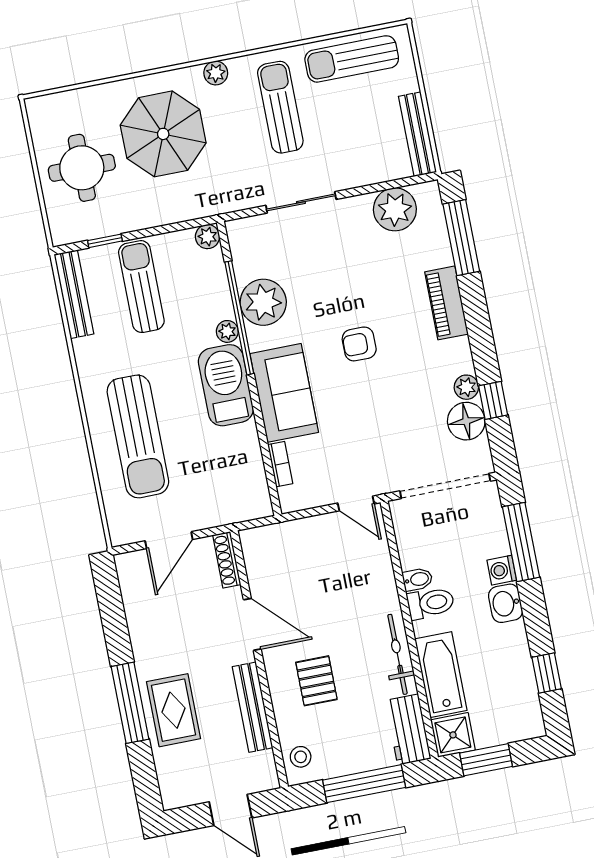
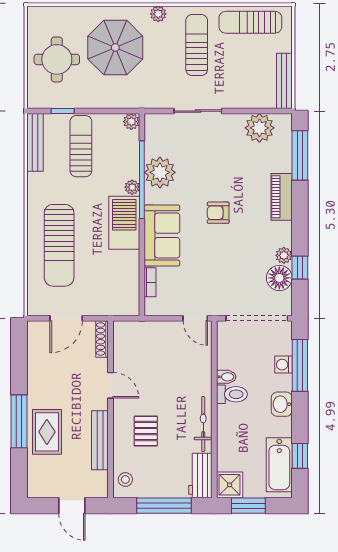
washing machine: (502, 570) -> (283, 365), moved
door: (252, 624) -> (111, 385), width x0.73
bathtub: (441, 675) -> (279, 465), moved, turned 180

